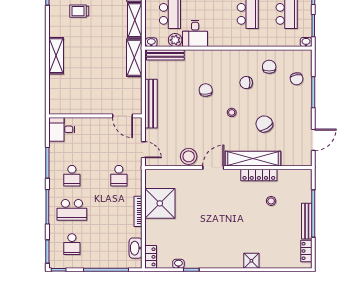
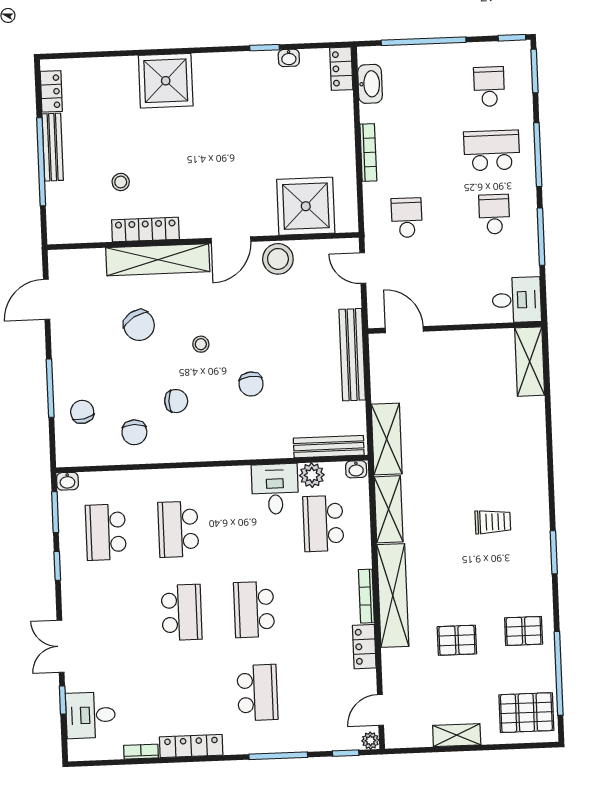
shelving: (56, 56) -> (530, 362), moved
shower: (160, 203) -> (306, 206), moved
shower: (251, 261) -> (166, 81), width x1.86, depth x1.86

